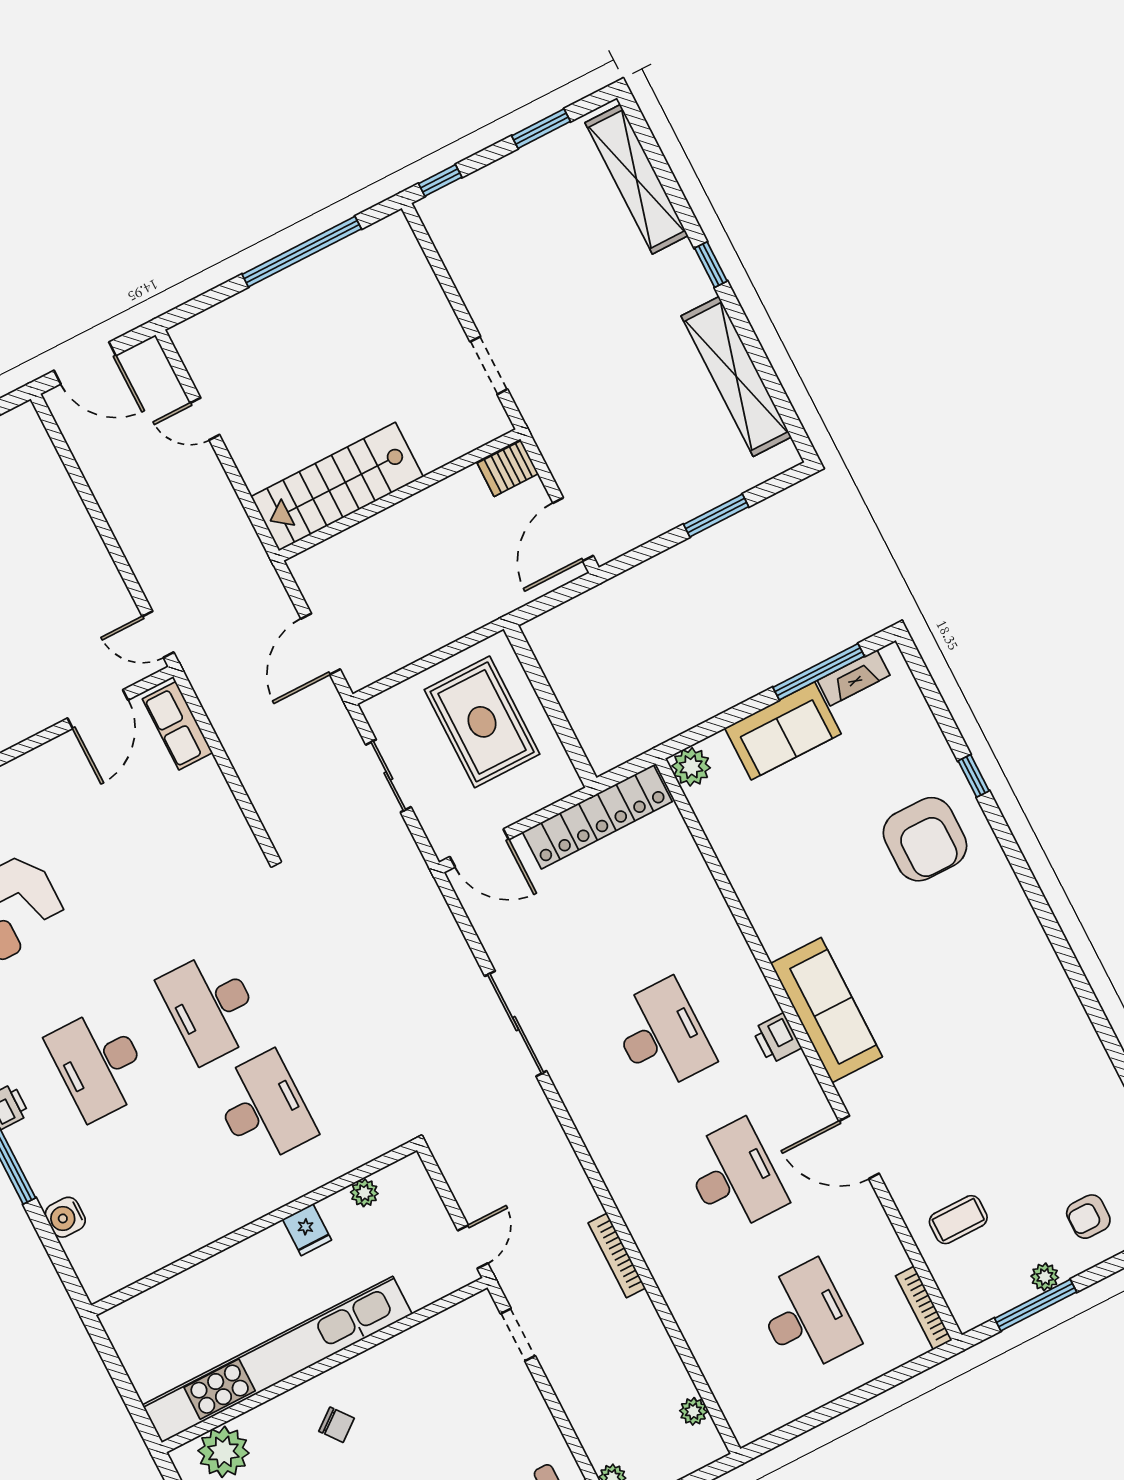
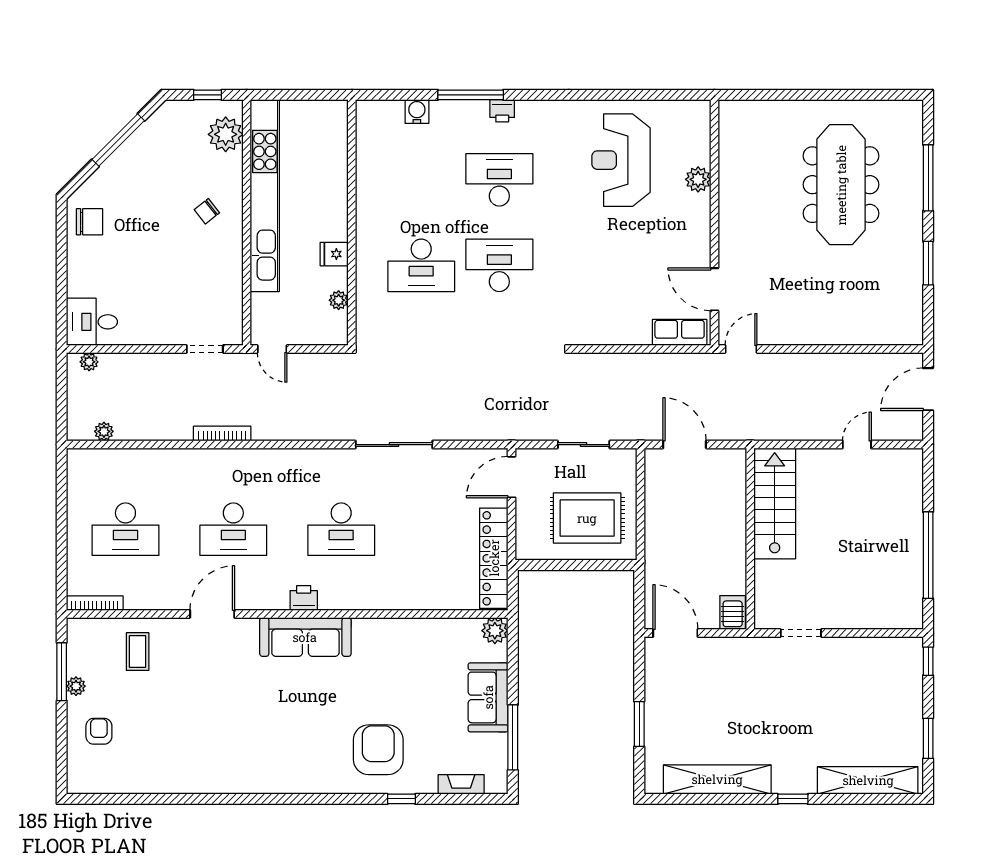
fireplace: (854, 678) -> (461, 784), moved, turned 90
armchair: (925, 839) -> (378, 750), turned 90

